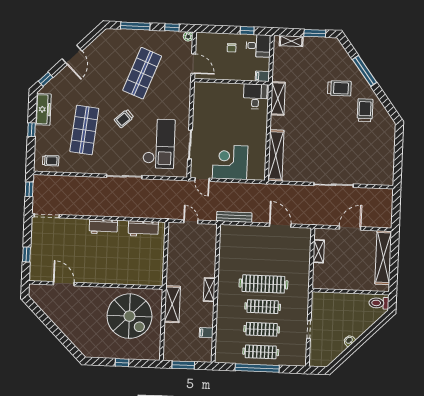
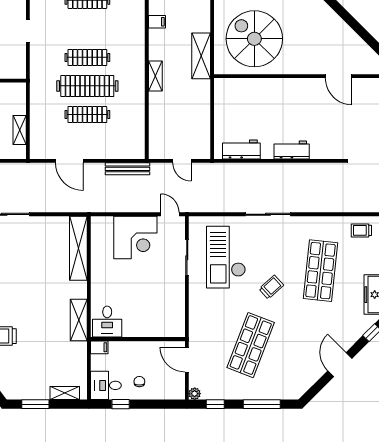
clothes rail: (262, 329) -> (87, 115), moved

